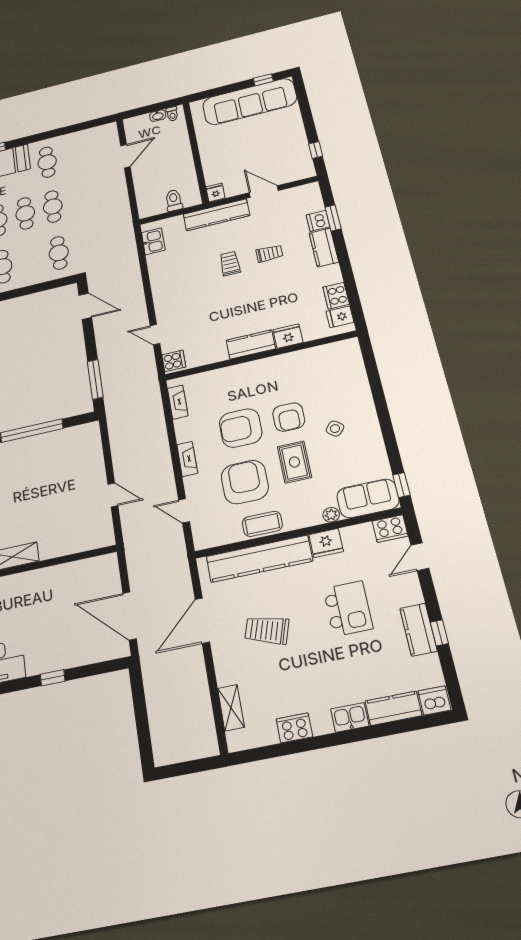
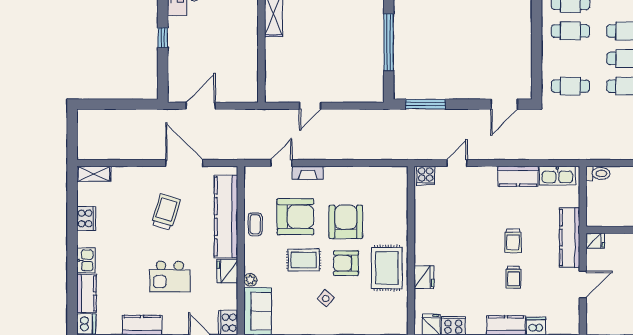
toilet: (174, 200) -> (598, 173), moved
kitchen sink: (153, 241) -> (557, 176), width x1.38
trolley: (230, 264) -> (513, 241), turned 90
kitchen counter: (251, 344) -> (518, 176), moved, turned 90
rug: (285, 375) -> (387, 268), added
fireplace: (178, 402) -> (384, 173), removed
fireplace: (187, 459) -> (308, 173), moved
coffee table: (262, 524) -> (255, 224), width x0.73, depth x0.77
door: (129, 616) -> (201, 106), width x0.73
shelving: (231, 708) -> (94, 174), moved

